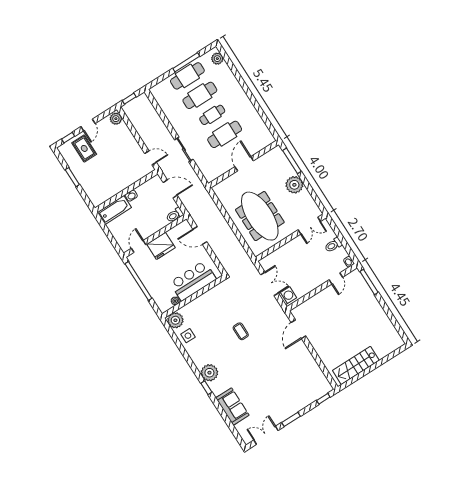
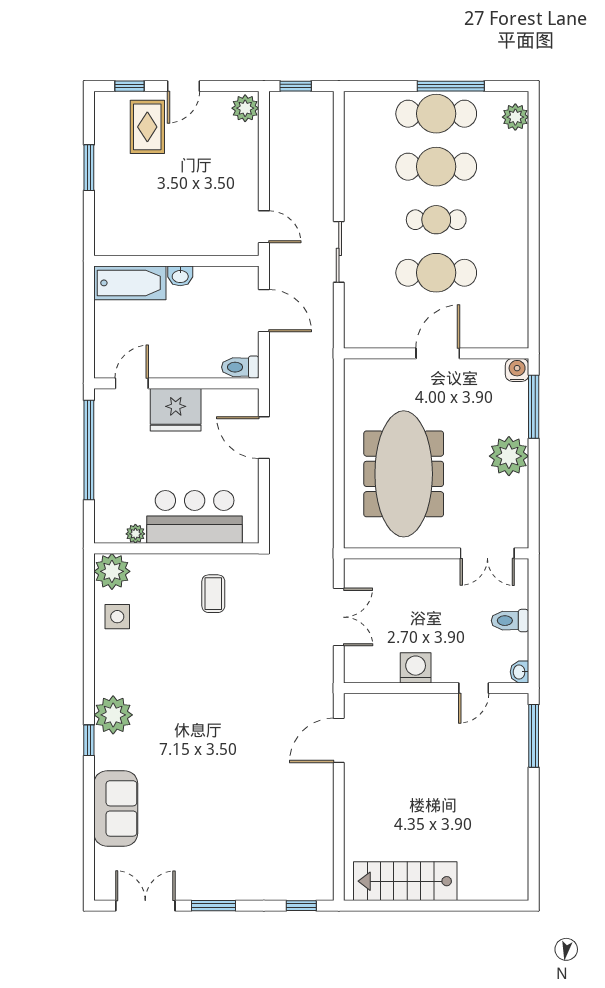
water cooler: (277, 151) -> (517, 370), added
washing machine: (288, 296) -> (416, 668), moved, turned -90
coffee table: (241, 331) -> (213, 594), moved

